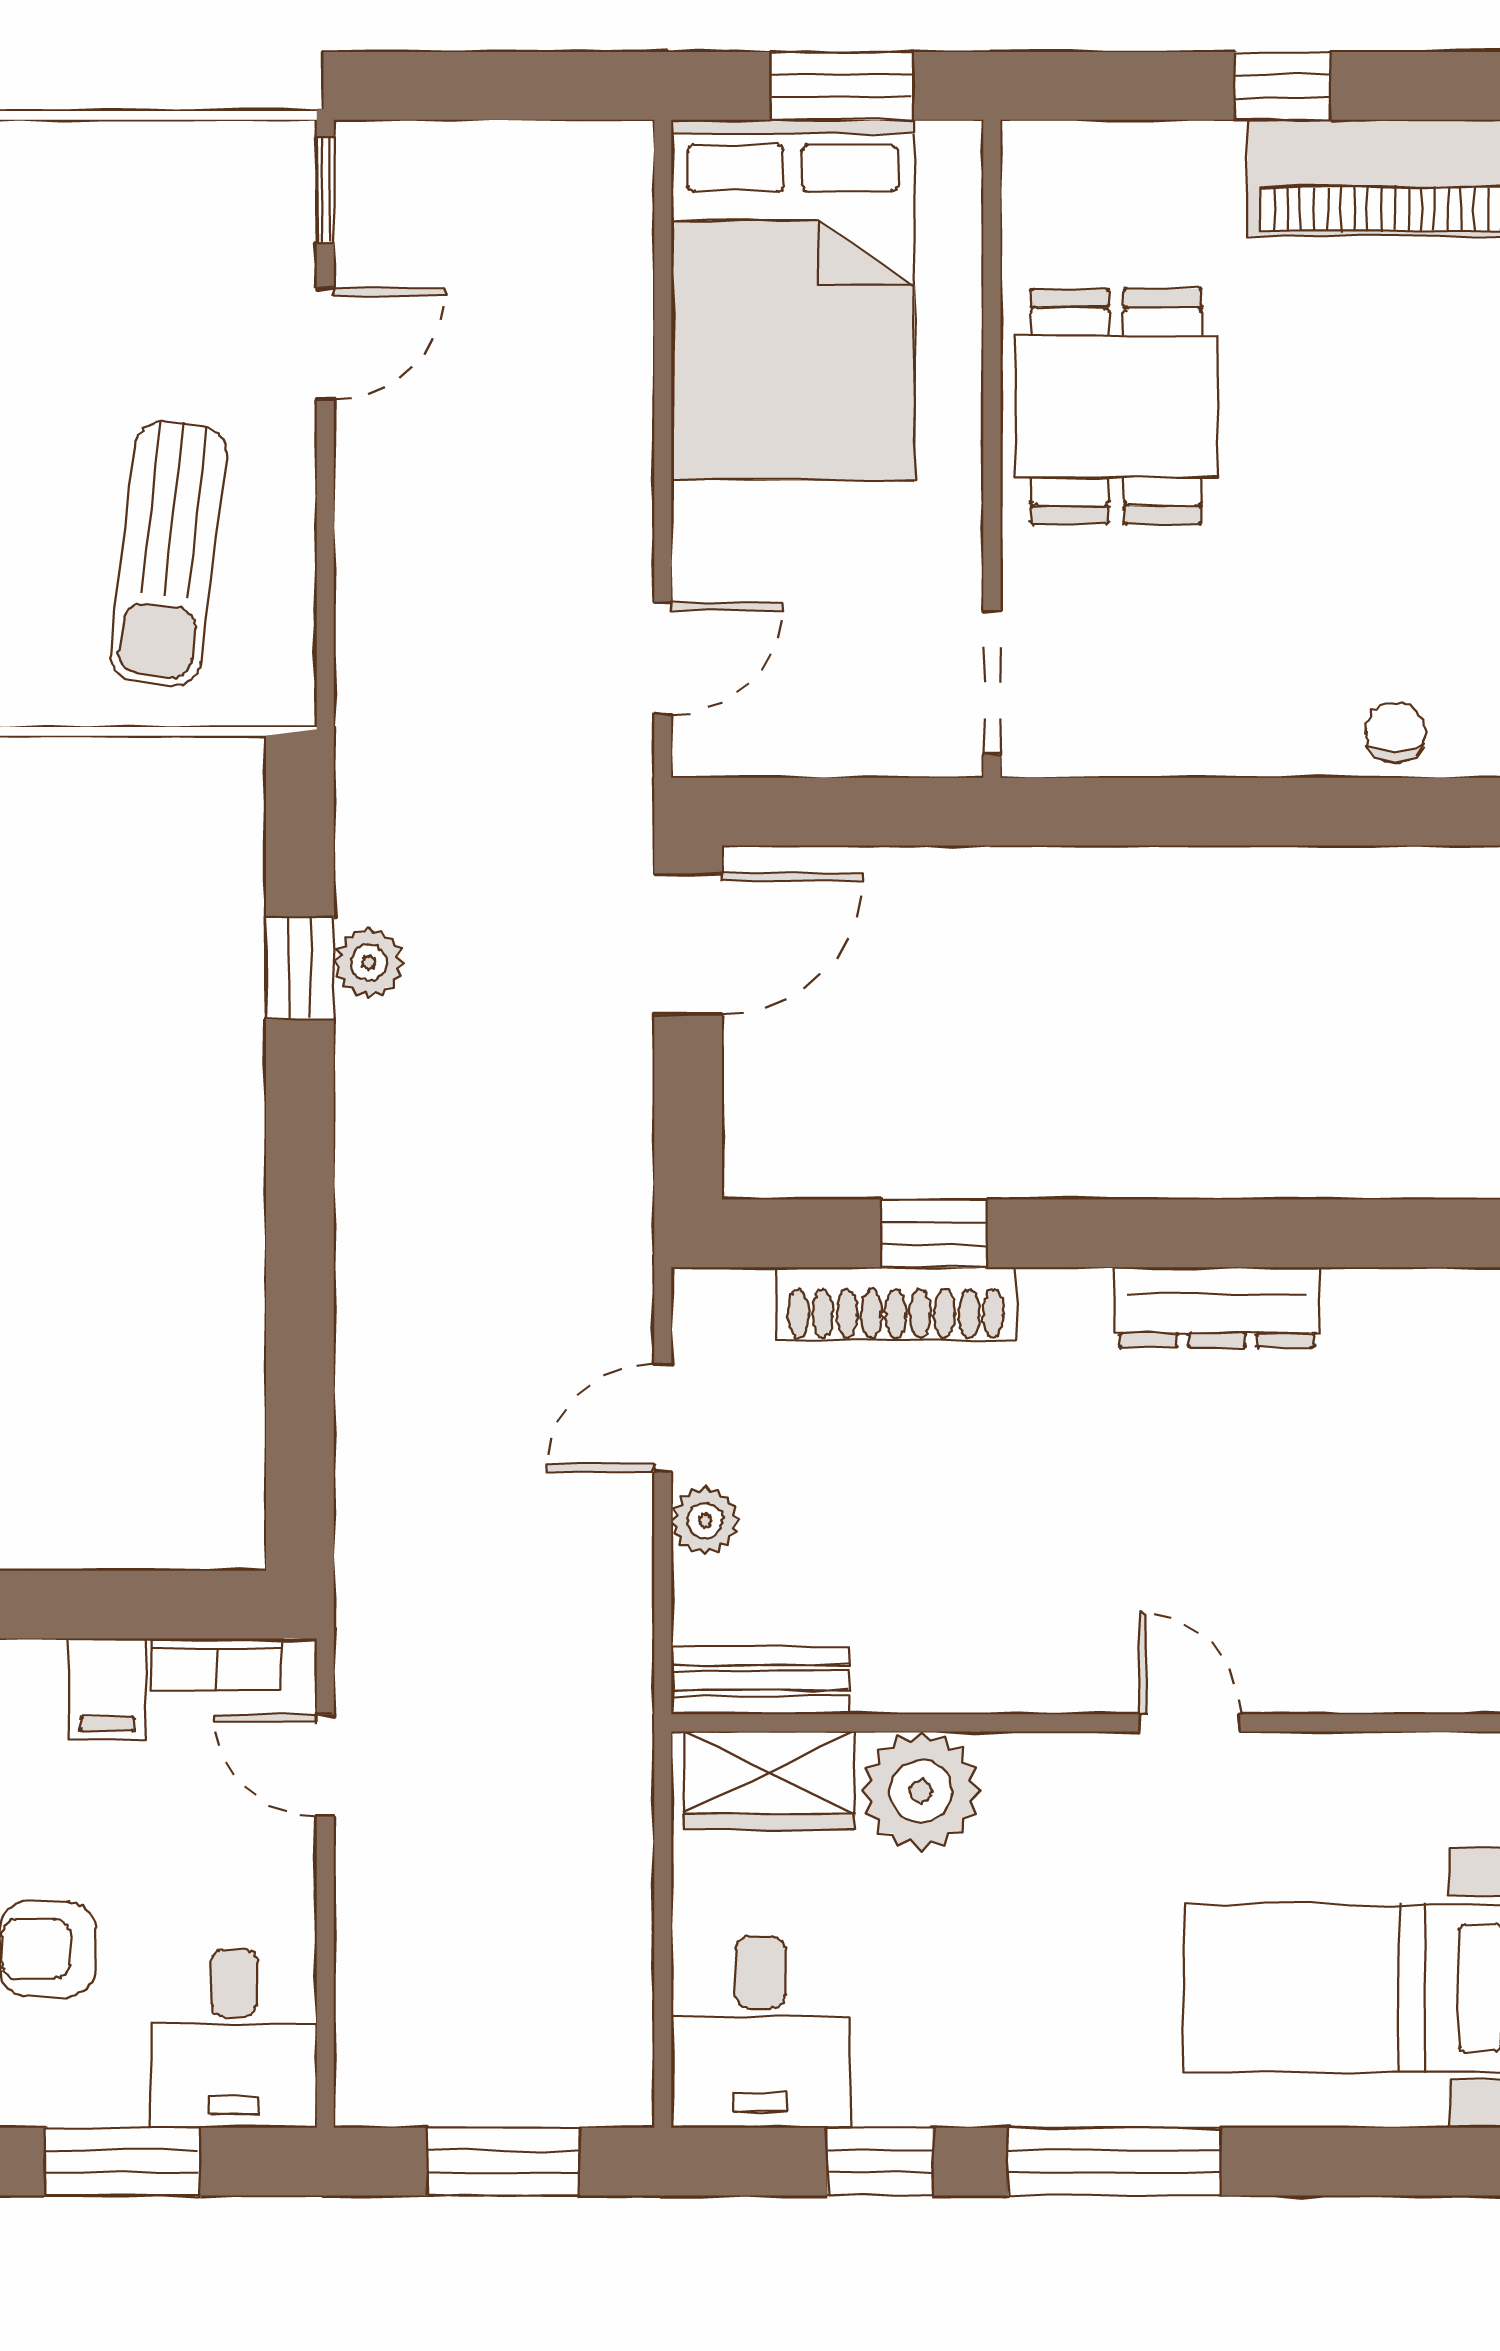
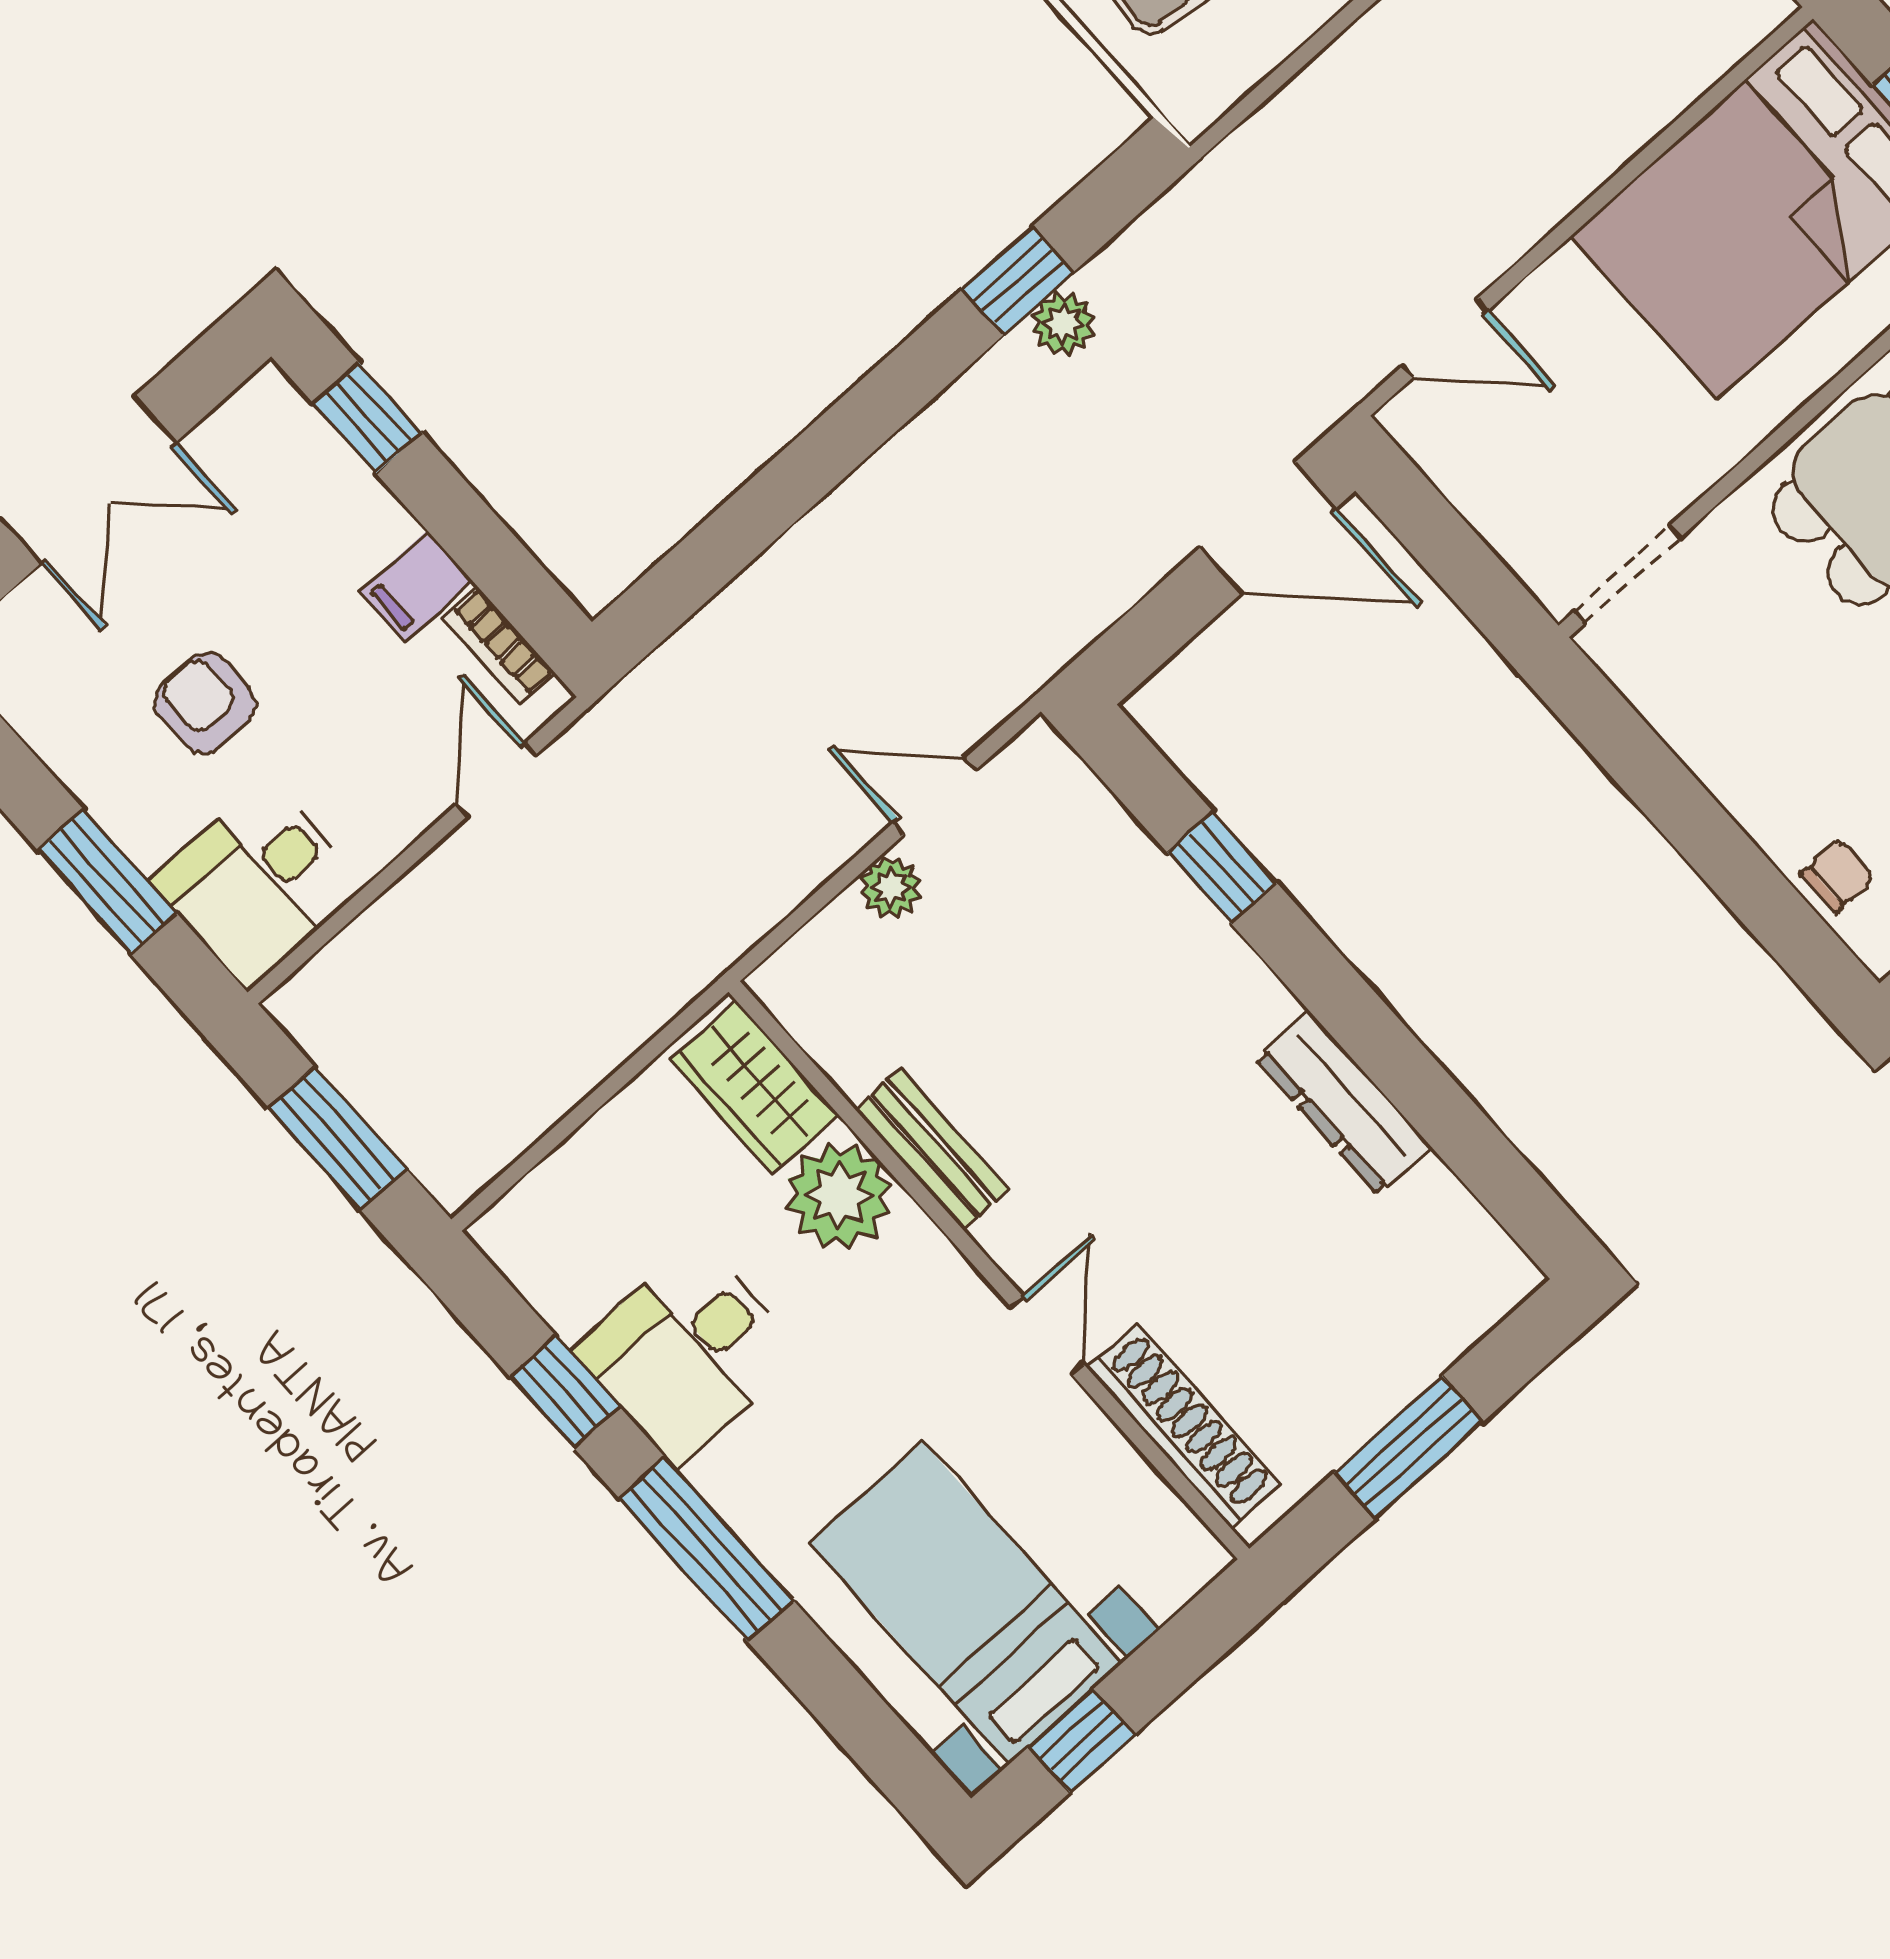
shoe rack: (896, 1304) -> (1184, 1426), moved, turned 180
bench: (760, 1680) -> (932, 1150), moved
desk: (760, 2032) -> (688, 1353), moved

